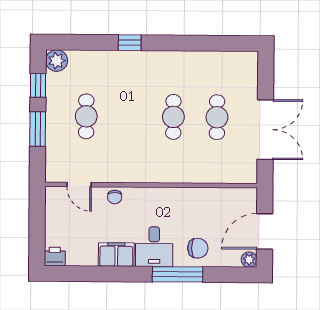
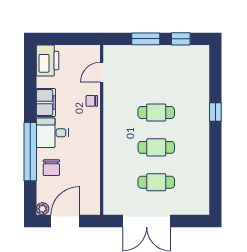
plant: (57, 61) -> (201, 54), removed
cafe table: (86, 116) -> (156, 113), moved
door: (265, 231) -> (65, 221), hinge flipped
printer: (55, 257) -> (48, 61), width x1.87, depth x1.48
window: (178, 274) -> (30, 152), width x1.46

